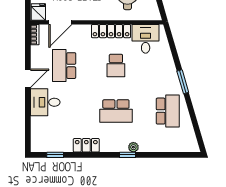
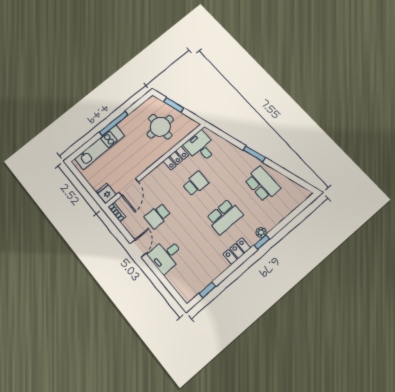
locker: (111, 31) -> (176, 158), width x0.66
school desk: (64, 66) -> (157, 216), width x0.54
school desk: (116, 66) -> (196, 184), turned -90
locker: (86, 145) -> (237, 251), moved

